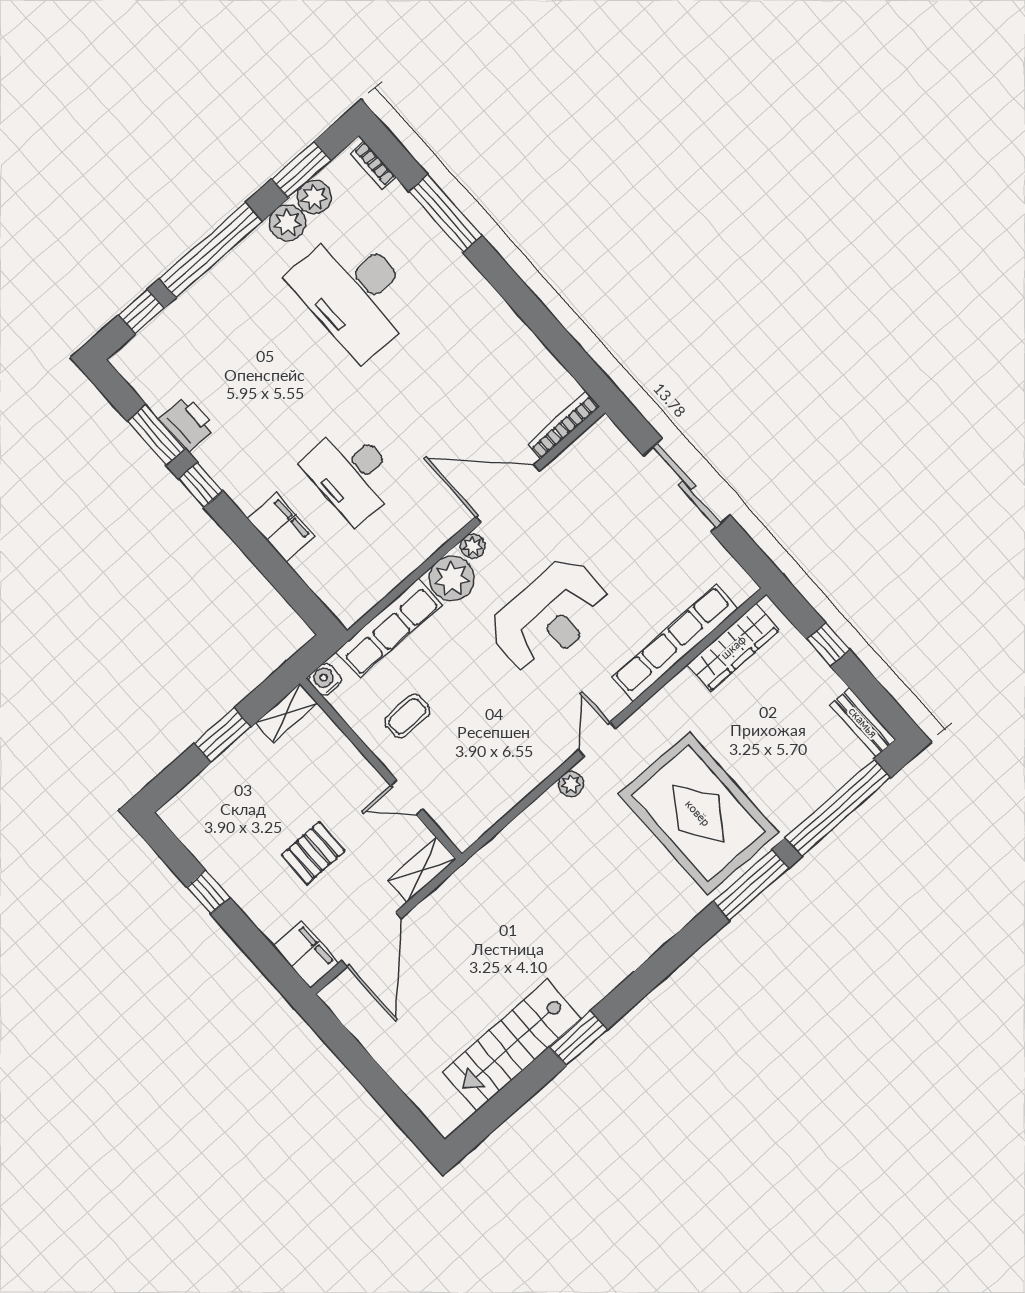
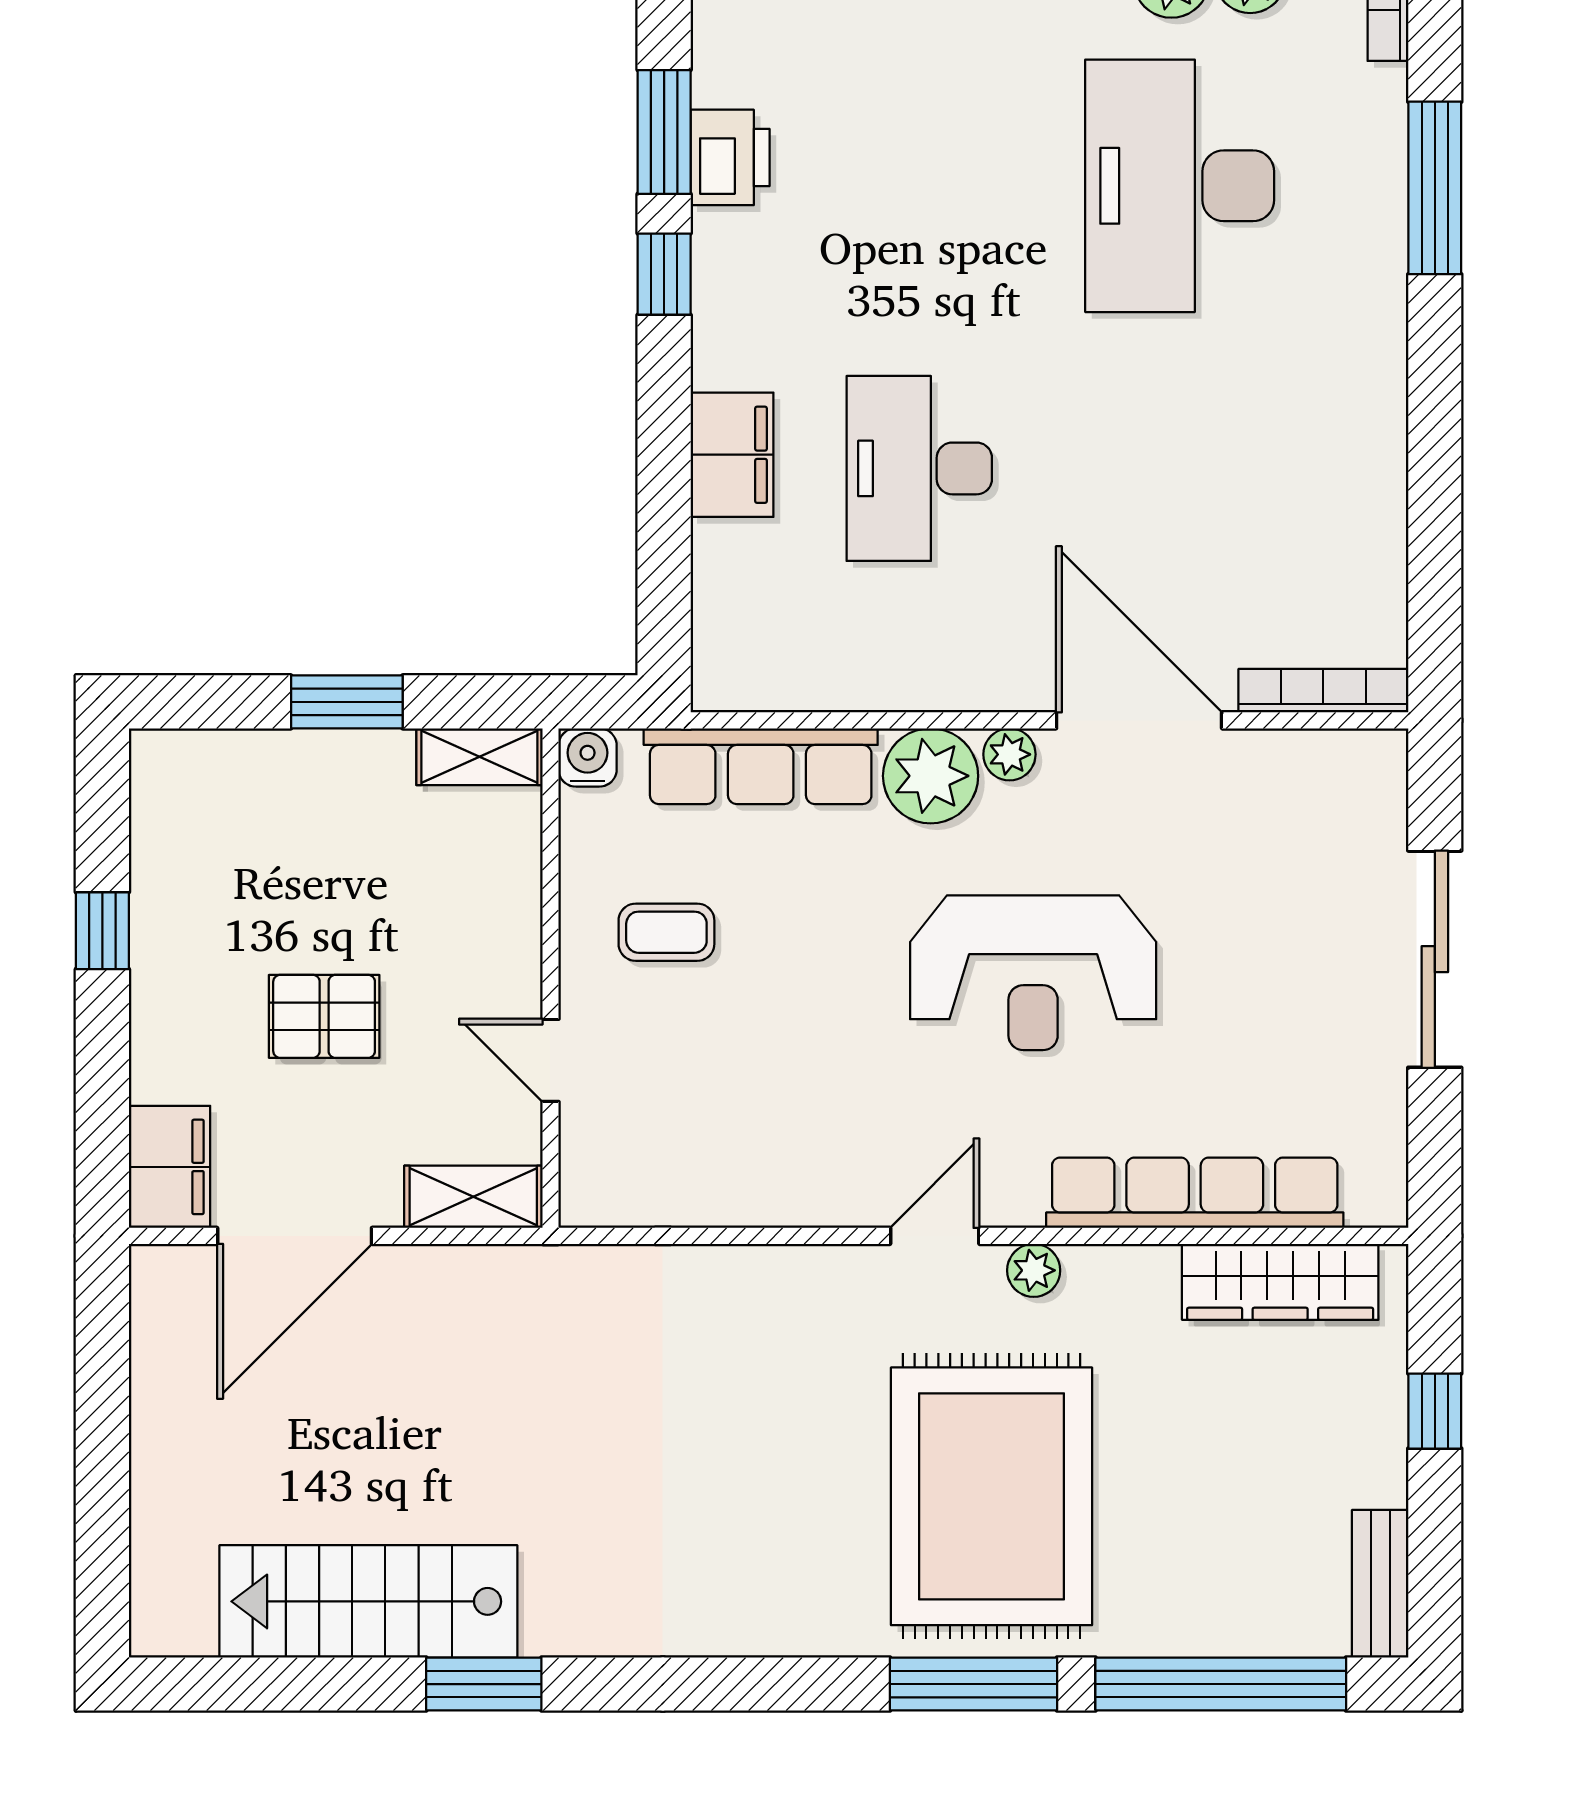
plant: (571, 784) -> (1034, 1270), moved

